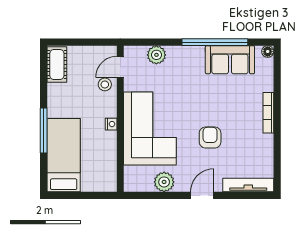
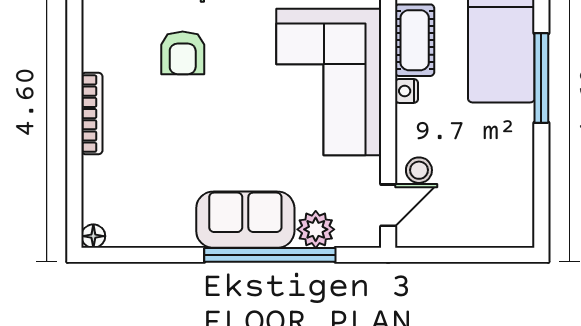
window: (215, 42) -> (270, 255), moved
sofa: (230, 60) -> (245, 220), moved
cot: (57, 64) -> (415, 40), moved
armchair: (210, 137) -> (183, 53), moved

